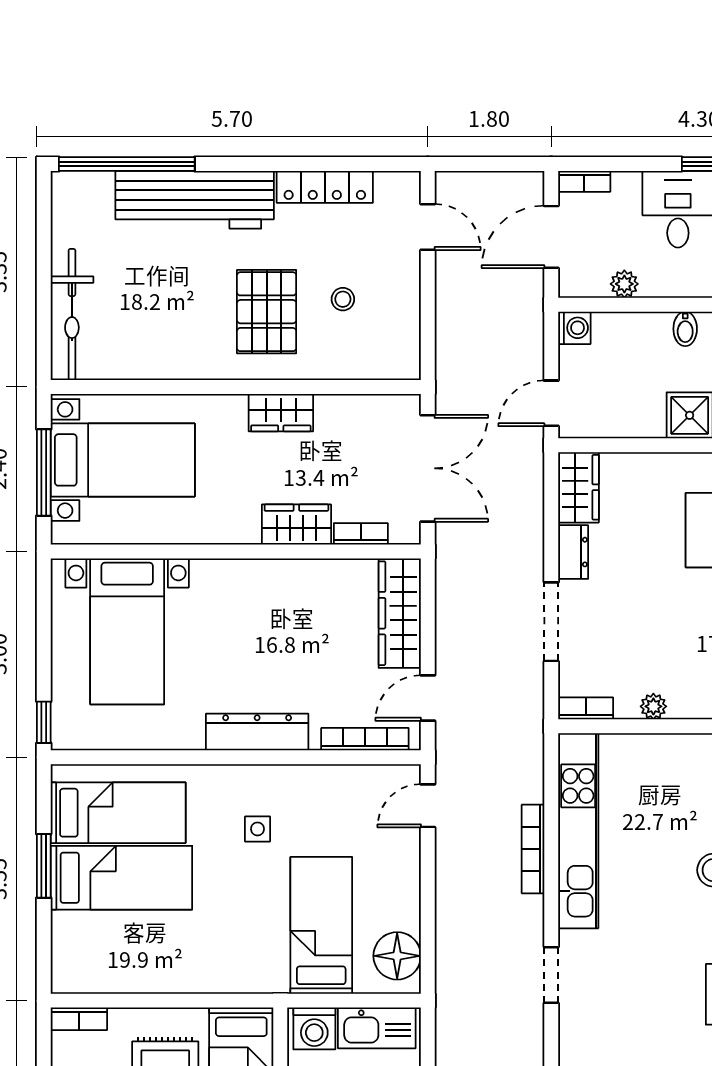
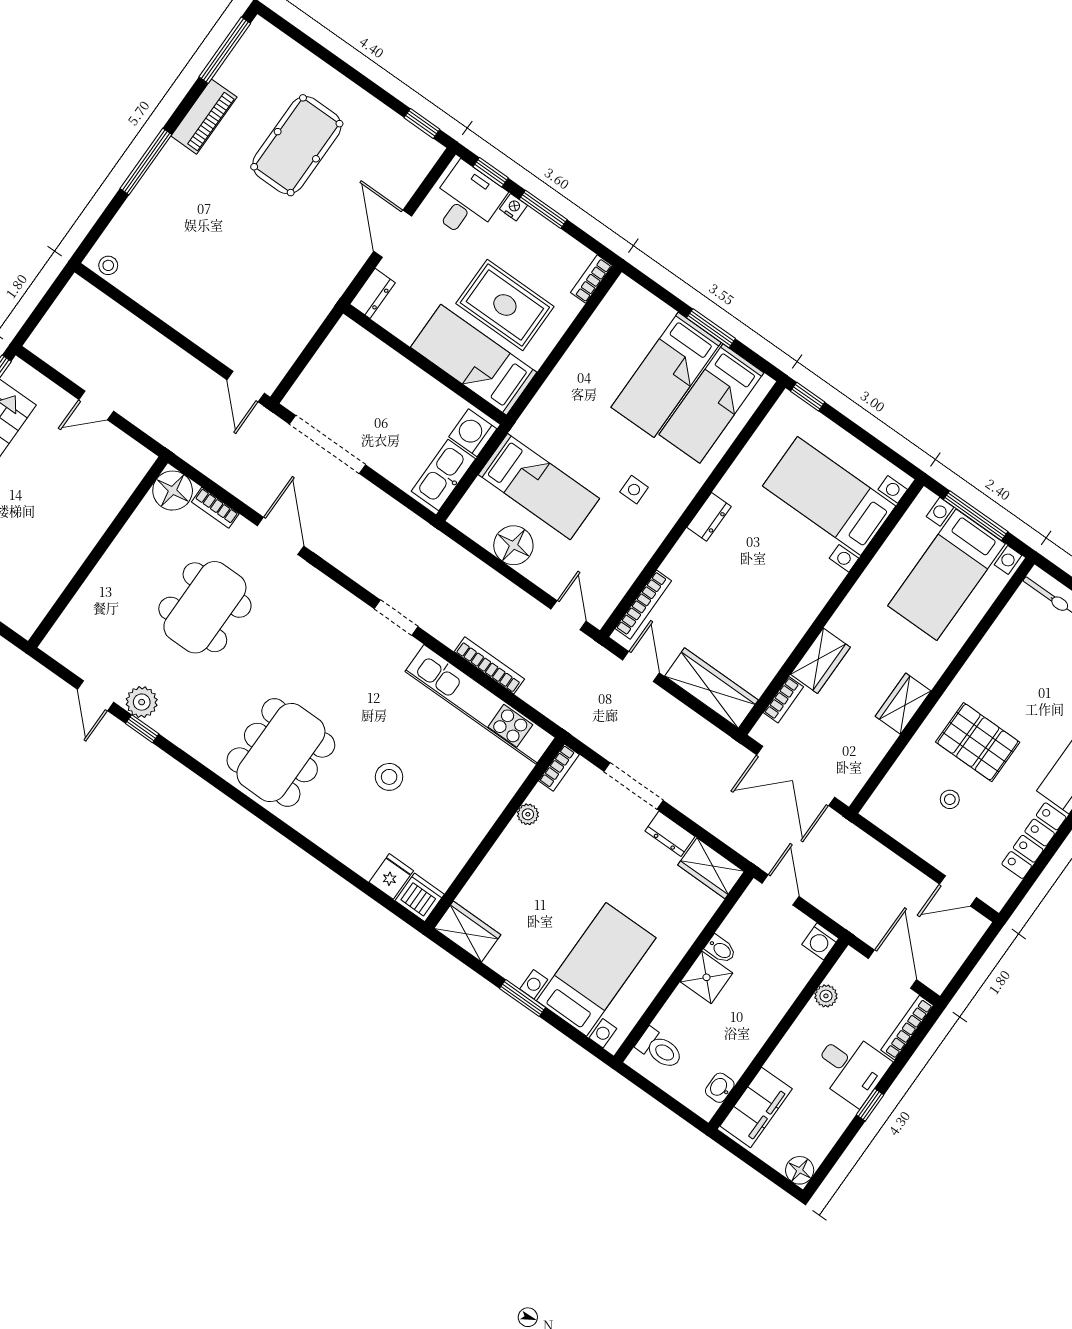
bookcase: (584, 181) -> (907, 1028), width x1.56
bidet: (685, 329) -> (721, 949), moved, turned 180
dresser: (257, 732) -> (709, 517), width x0.51, depth x0.80
floor lamp: (397, 956) -> (513, 545), moved

